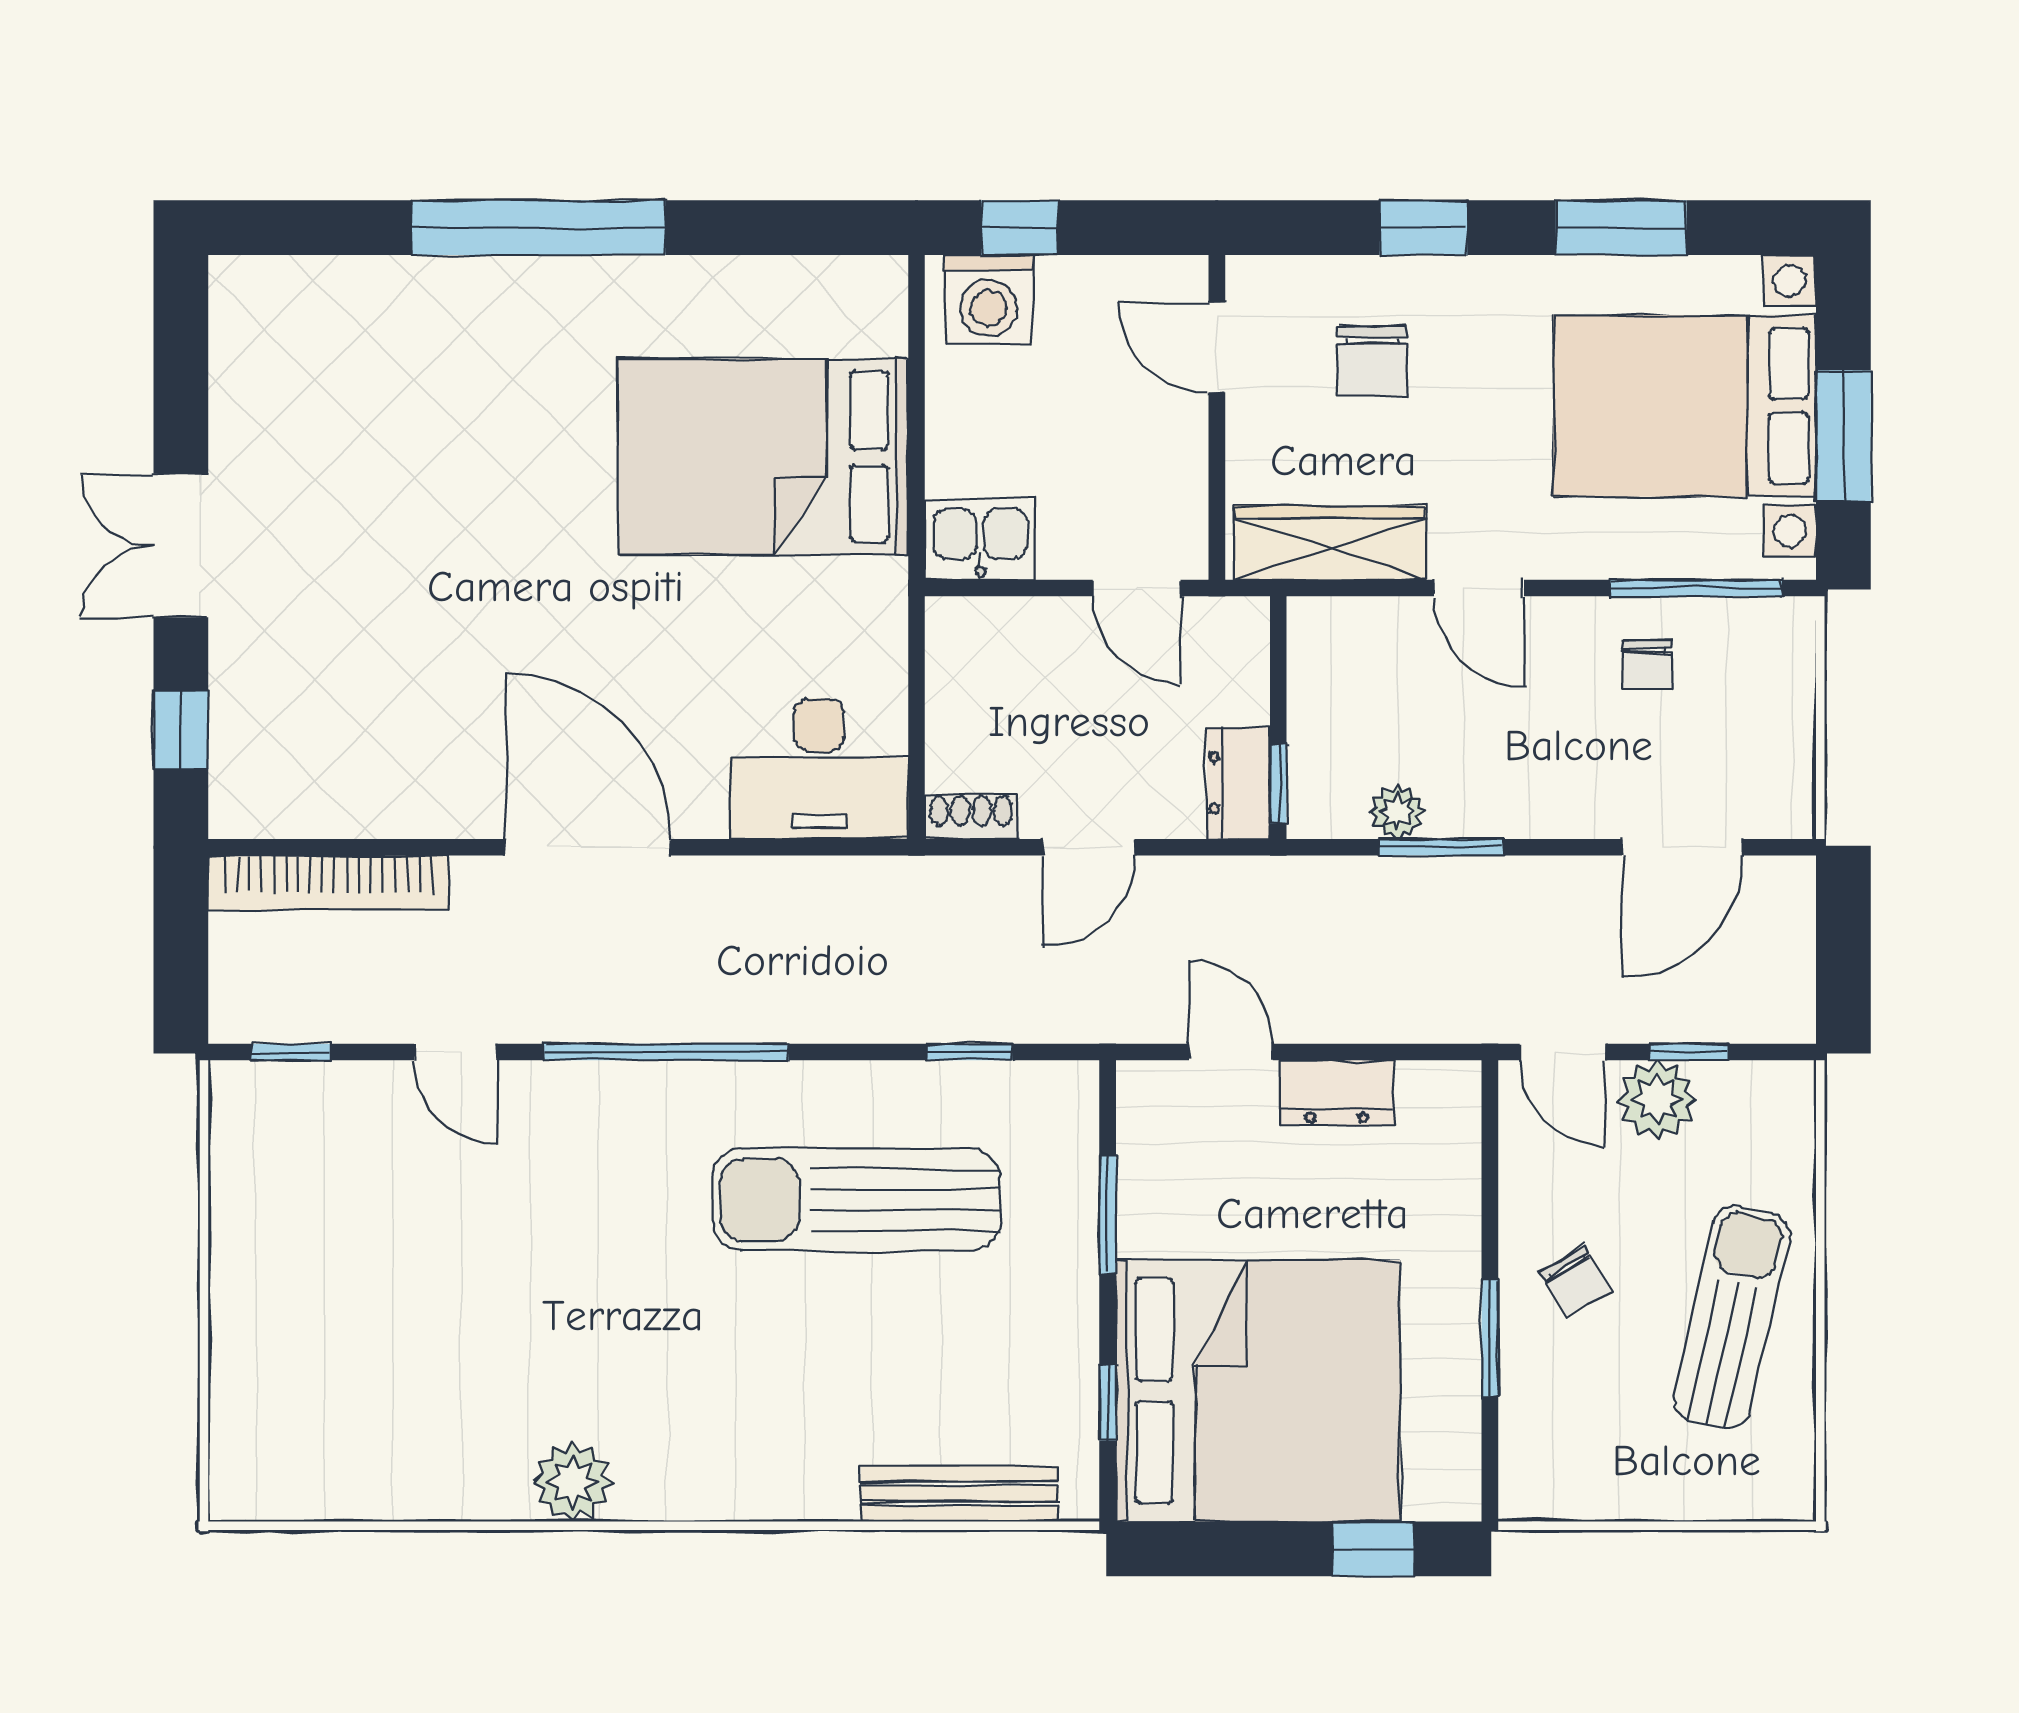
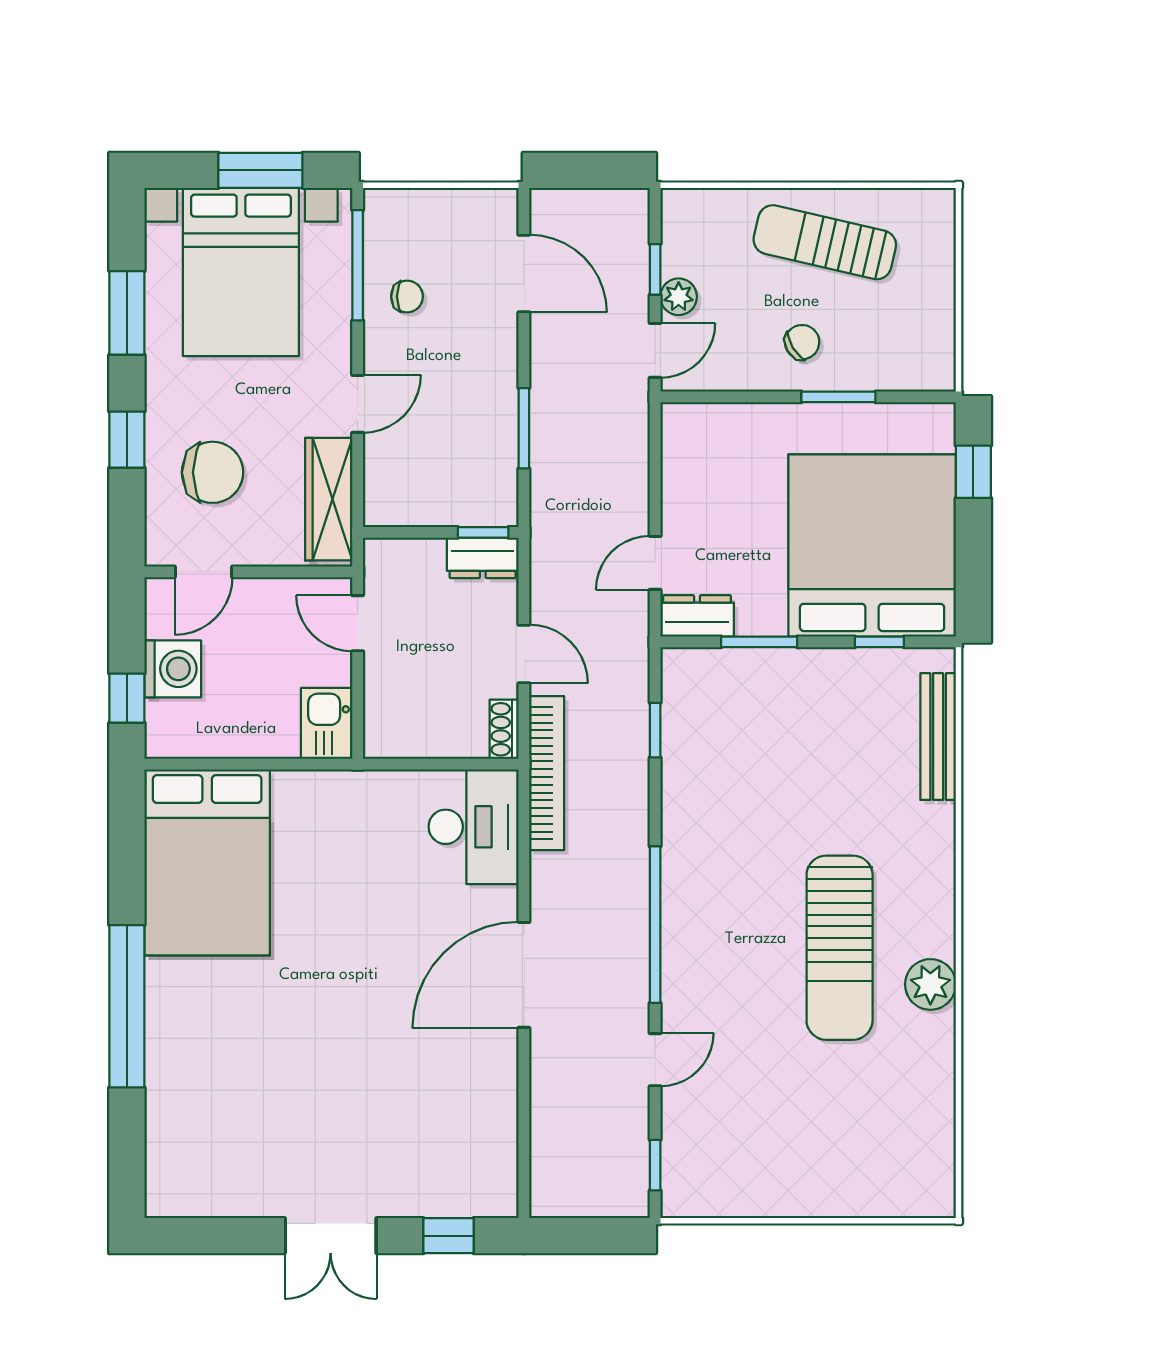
washing machine: (988, 299) -> (173, 669), moved
chair: (1372, 361) -> (212, 472), width x1.37, depth x1.37
bed: (763, 457) -> (207, 862), moved
door: (1137, 588) -> (358, 623), swing flipped
plant: (1398, 812) -> (501, 456), removed
bookcase: (328, 883) -> (547, 773), moved
dresser: (1337, 1092) -> (697, 616), moved, turned -90
plant: (1657, 1100) -> (679, 297), width x0.73, depth x0.73
sun lounger: (856, 1200) -> (840, 948), moved

